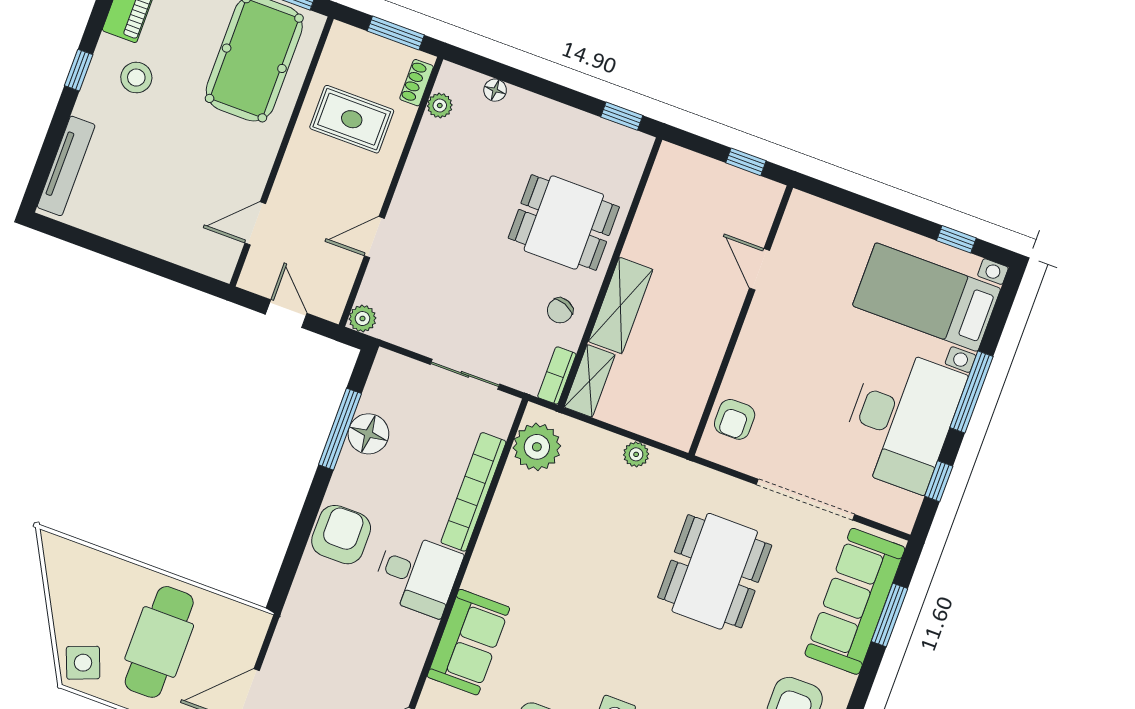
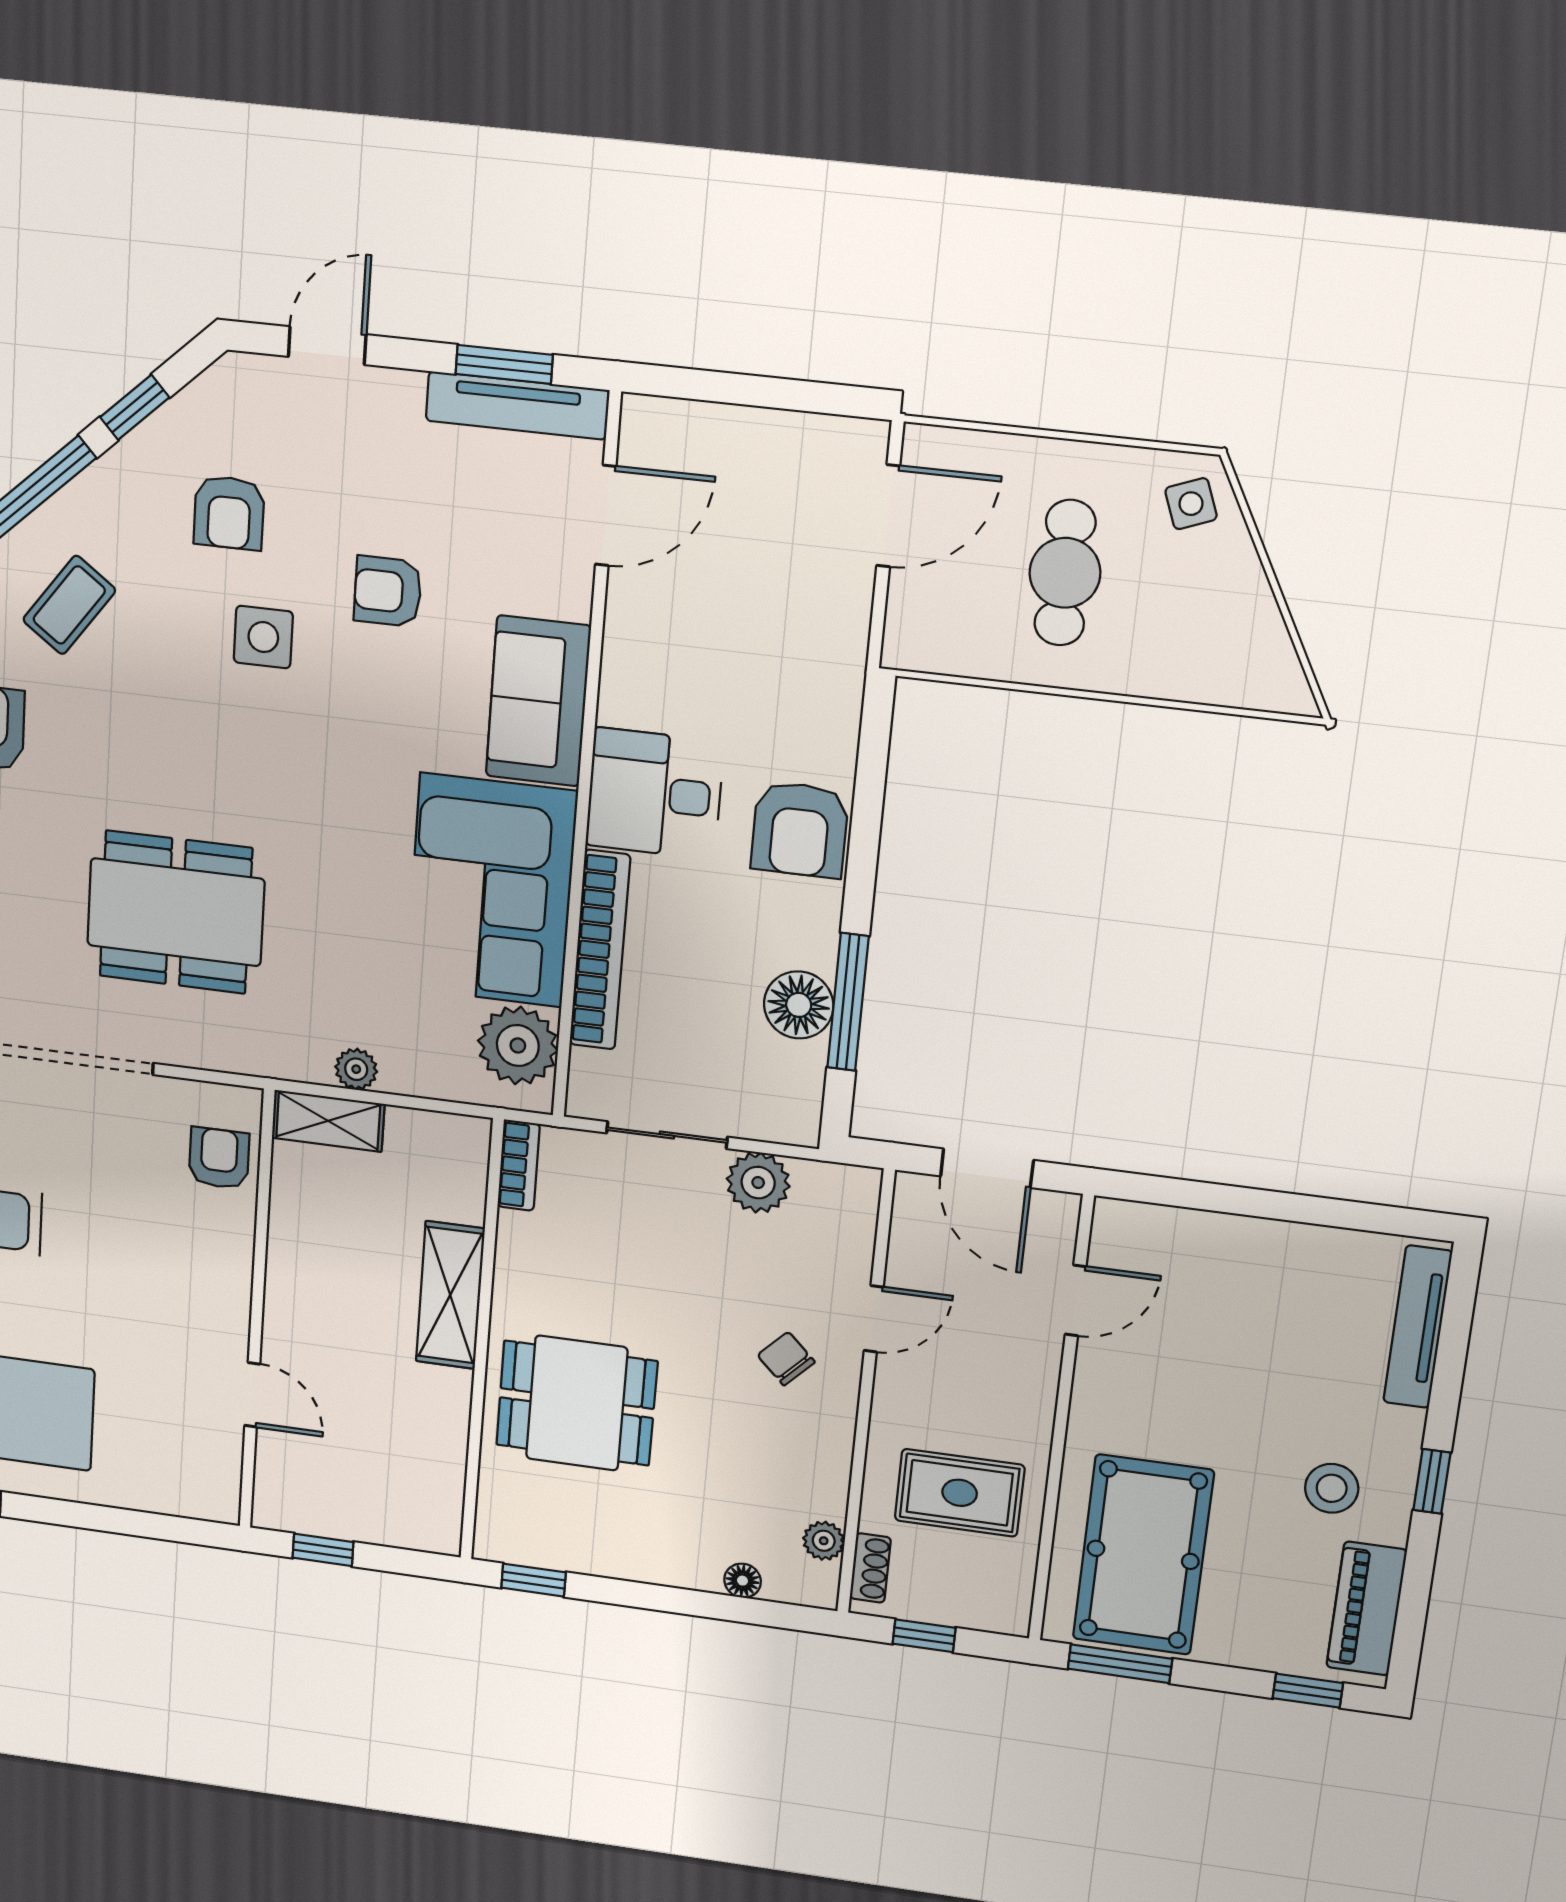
window: (396, 33) -> (924, 1636), width x0.67
chair: (560, 310) -> (786, 1359), moved, turned -67
door: (286, 314) -> (987, 1168), width x1.38
plant: (362, 319) -> (758, 1183), moved, width x1.38, depth x1.38
shelving: (590, 381) -> (328, 1121), moved, turned 90
corner sofa: (526, 541) -> (491, 890), added
dining table: (715, 571) -> (176, 912), turned 90
cafe table: (159, 642) -> (1065, 573), width x0.73, depth x0.74
side table: (83, 663) -> (1191, 504), width x0.73, depth x0.73

